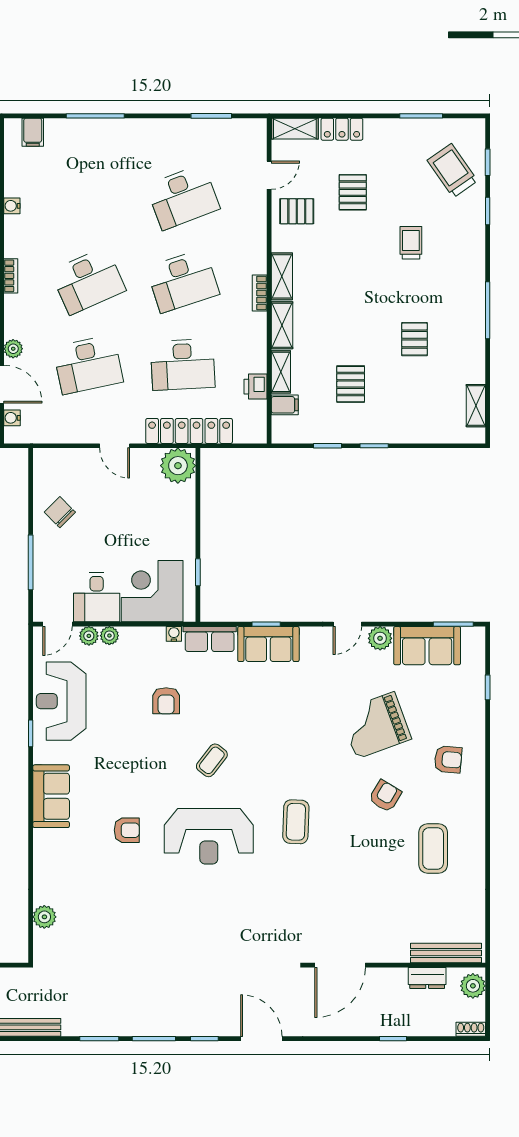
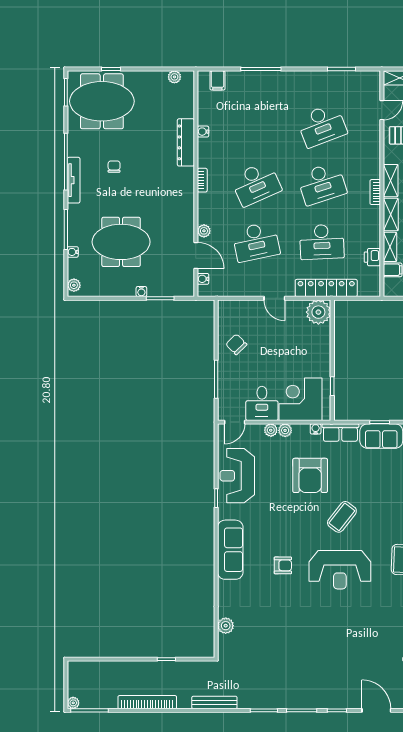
plant: (89, 636) -> (285, 430), moved
armchair: (166, 701) -> (310, 475), width x1.88, depth x1.88
coffee table: (212, 760) -> (342, 517), width x1.36, depth x1.30
sofa: (51, 796) -> (230, 550), width x1.36

